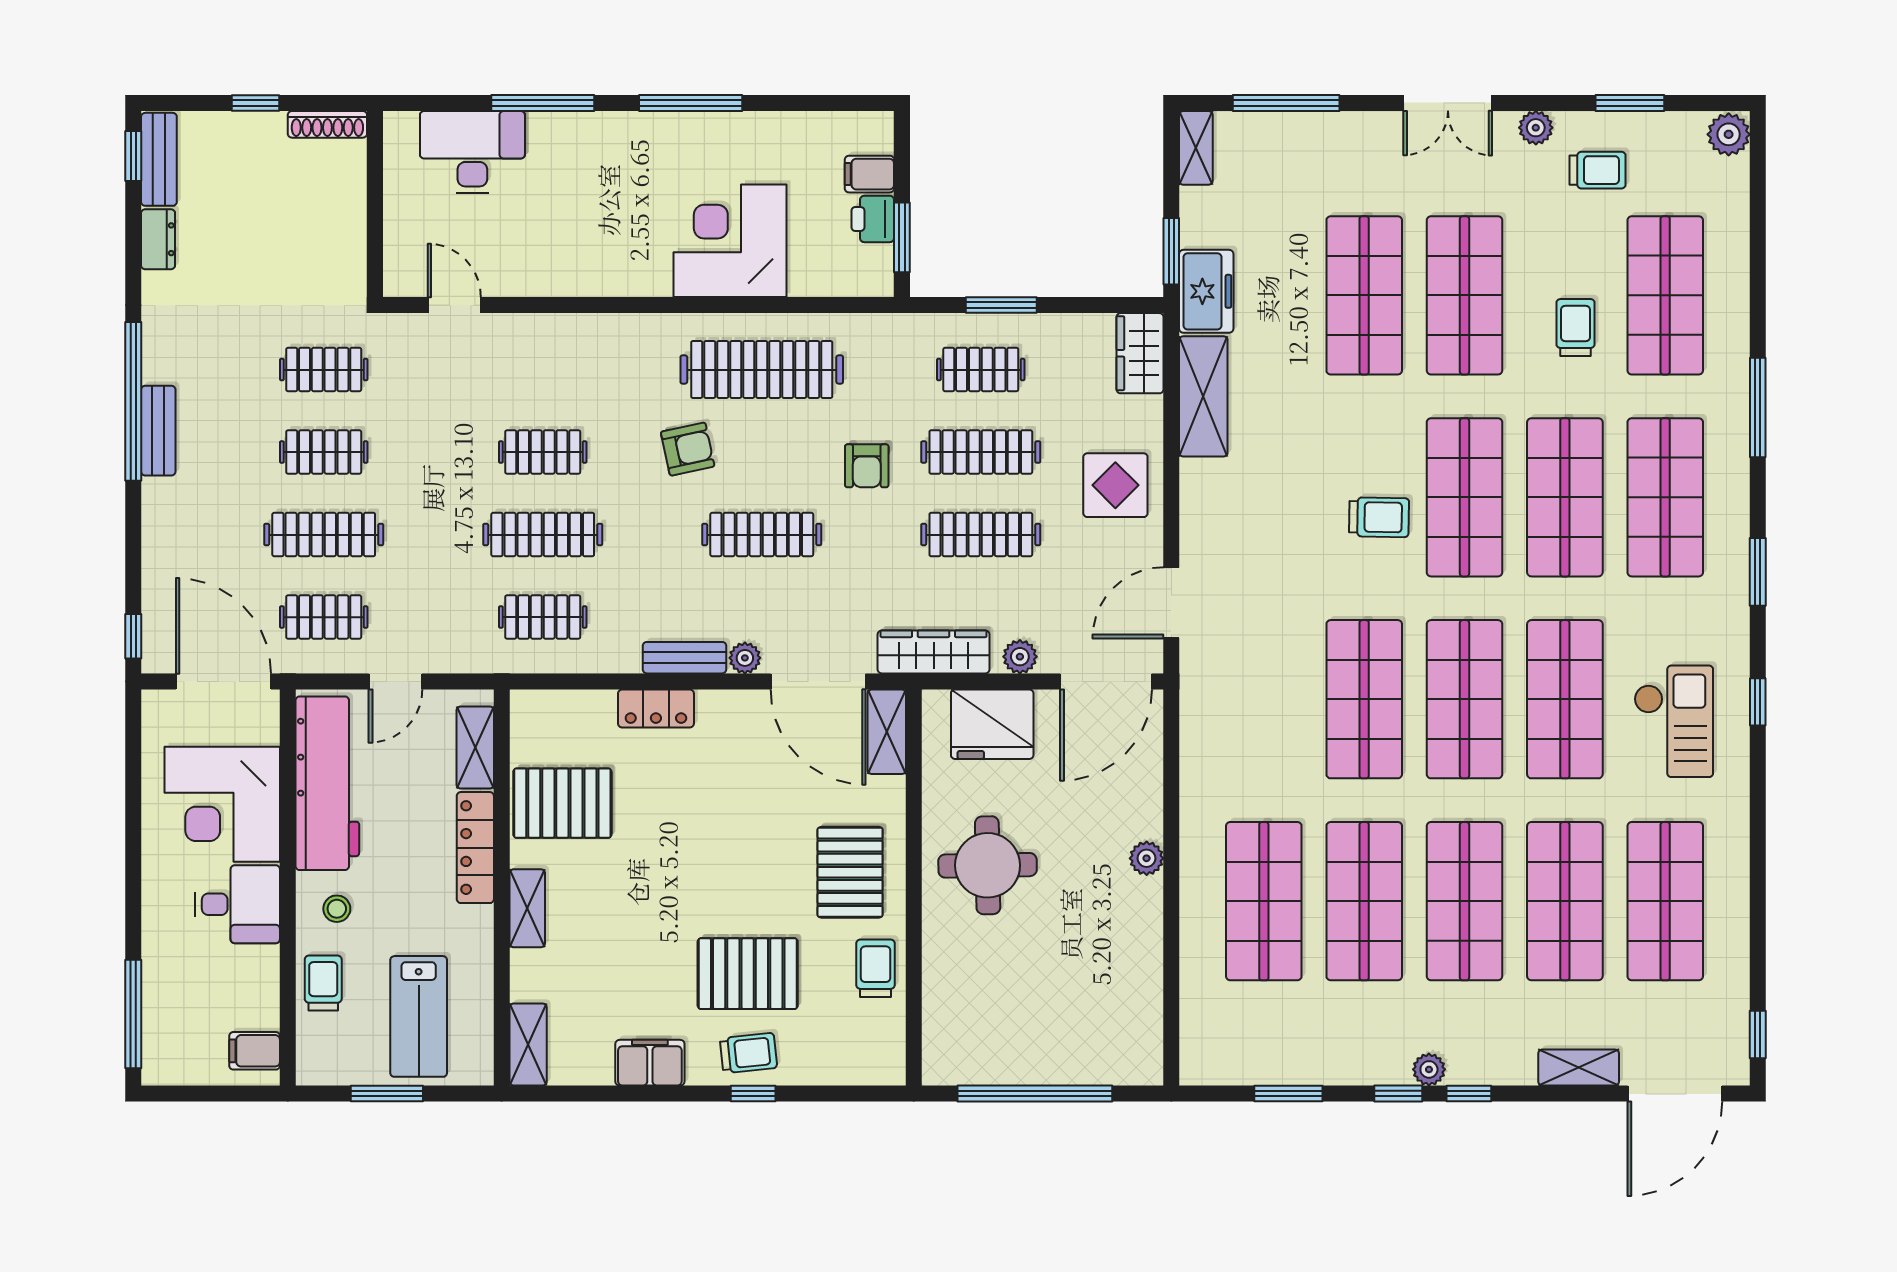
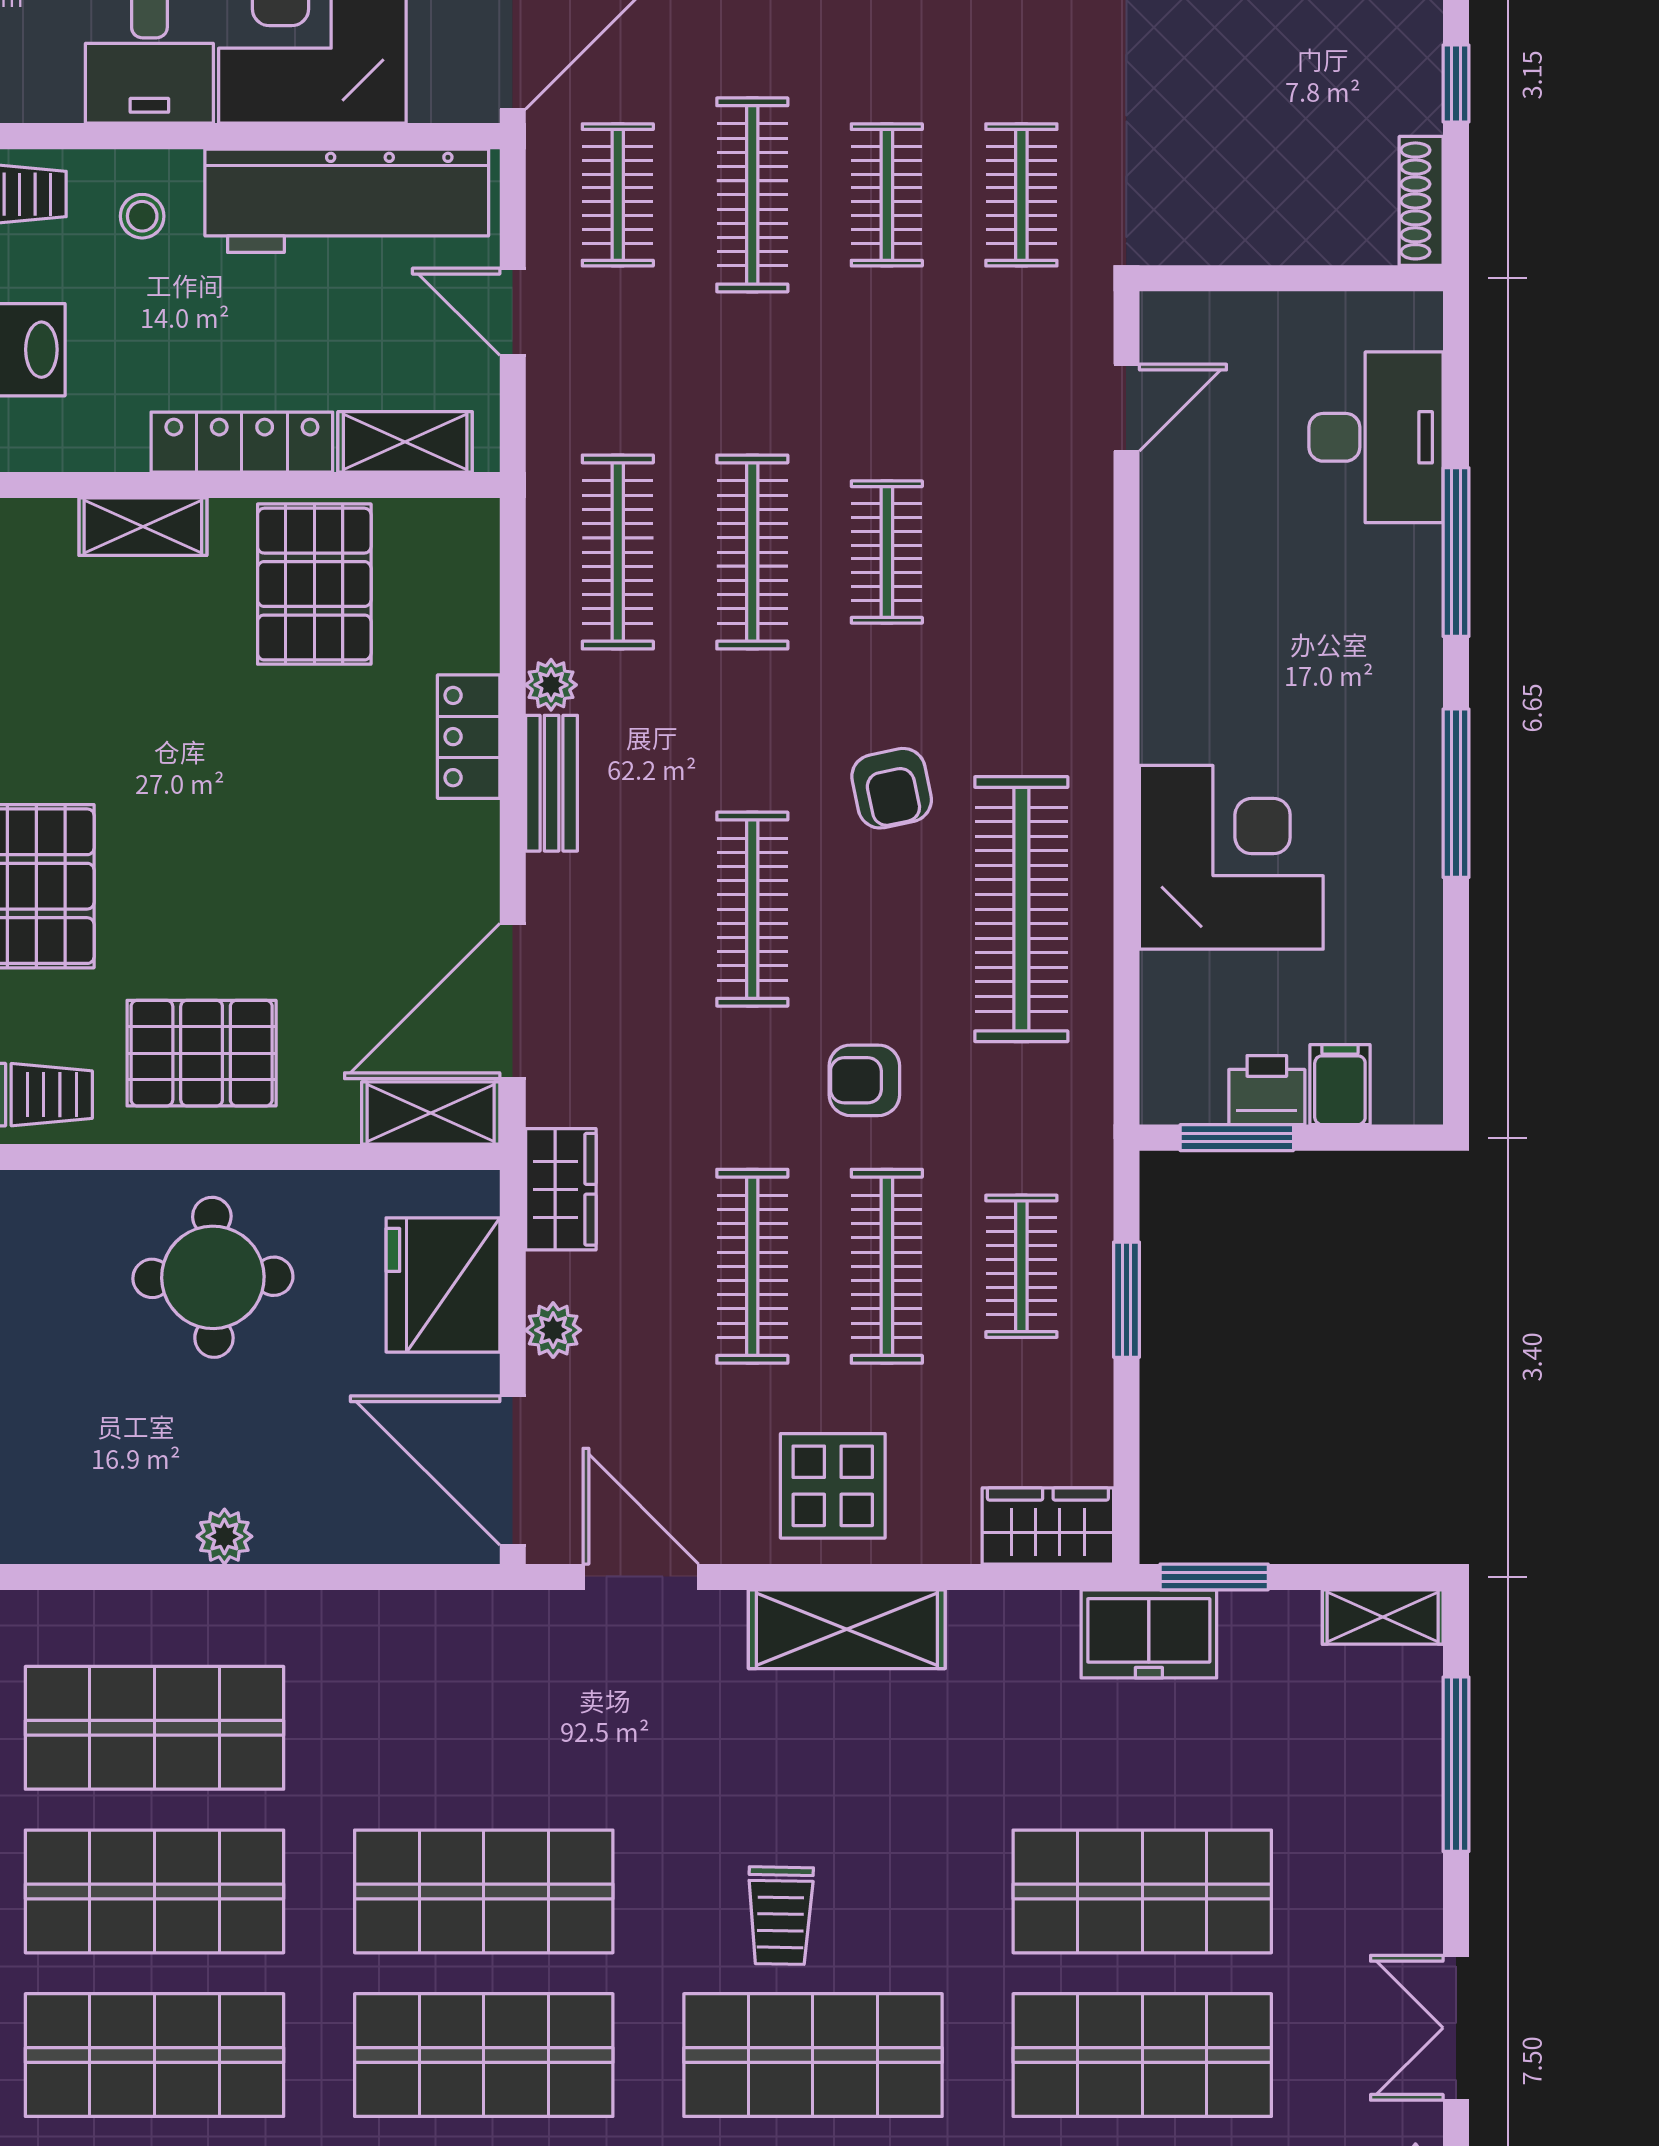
shelving: (1203, 396) -> (847, 1629), moved
clothes rail: (543, 617) -> (618, 552), width x1.36
wardrobe: (934, 652) -> (561, 1189), width x0.67
plant: (745, 658) -> (551, 685), moved

